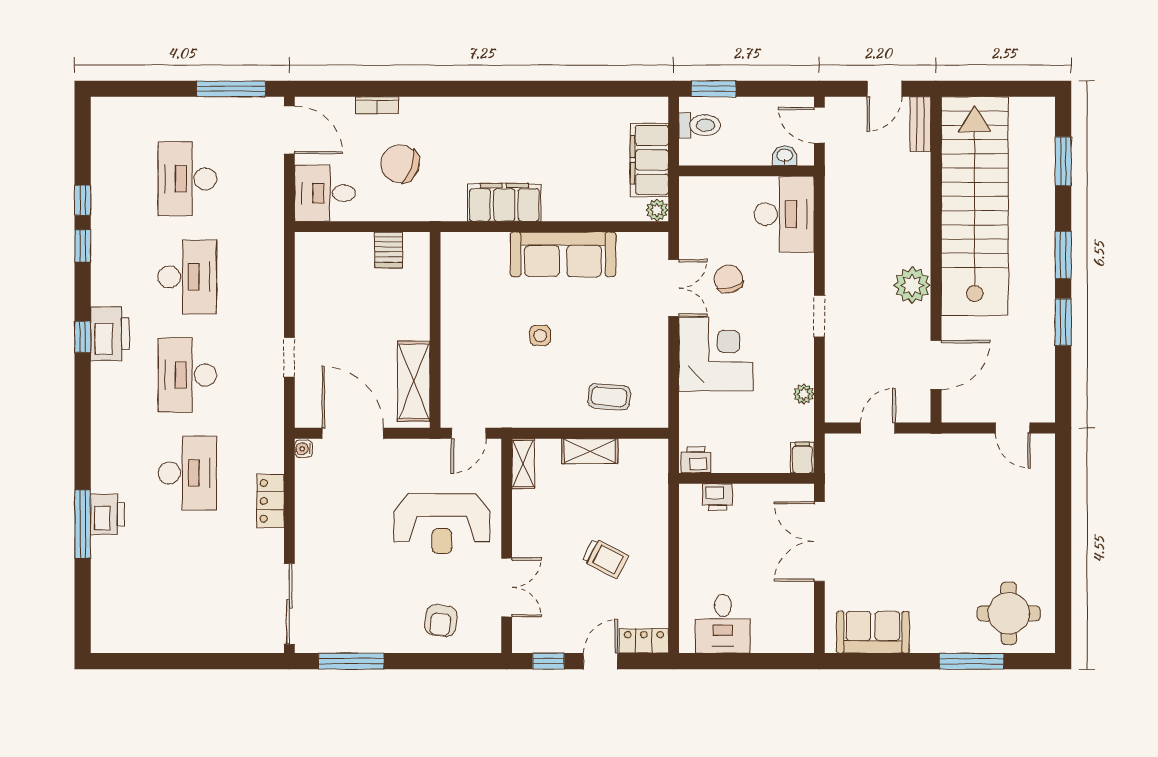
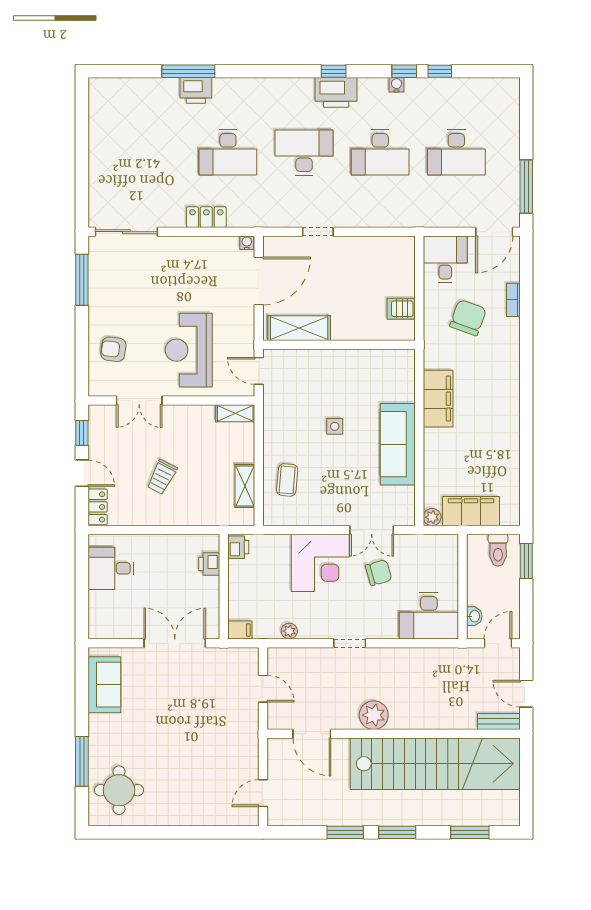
desk: (187, 179) -> (456, 152), turned 180
water cooler: (100, 256) -> (397, 85), added
shelving: (590, 451) -> (245, 486), moved

